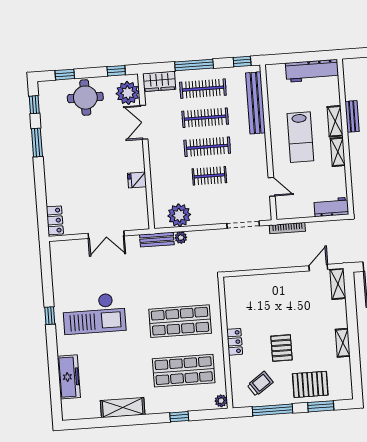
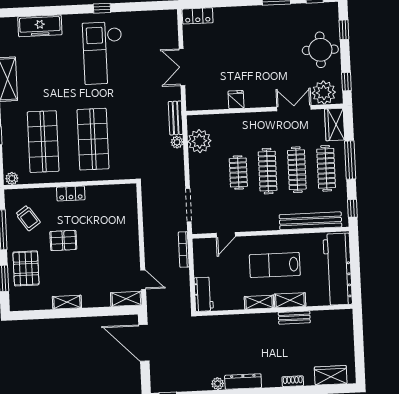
workbench: (312, 71) -> (338, 269), width x1.36, depth x1.32

